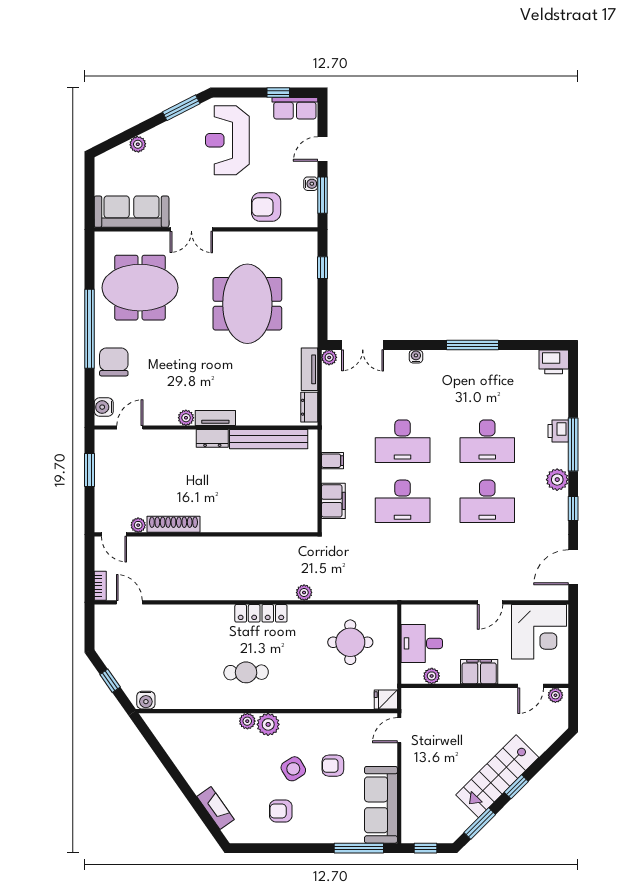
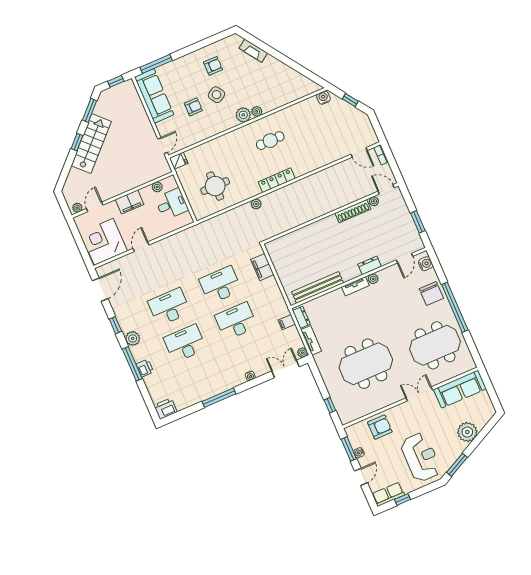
plant: (138, 144) -> (467, 432), width x1.87, depth x1.87
meeting table: (247, 304) -> (366, 364), turned 90
dresser: (212, 438) -> (370, 265), moved
filing cabinet: (332, 461) -> (287, 322), moved

